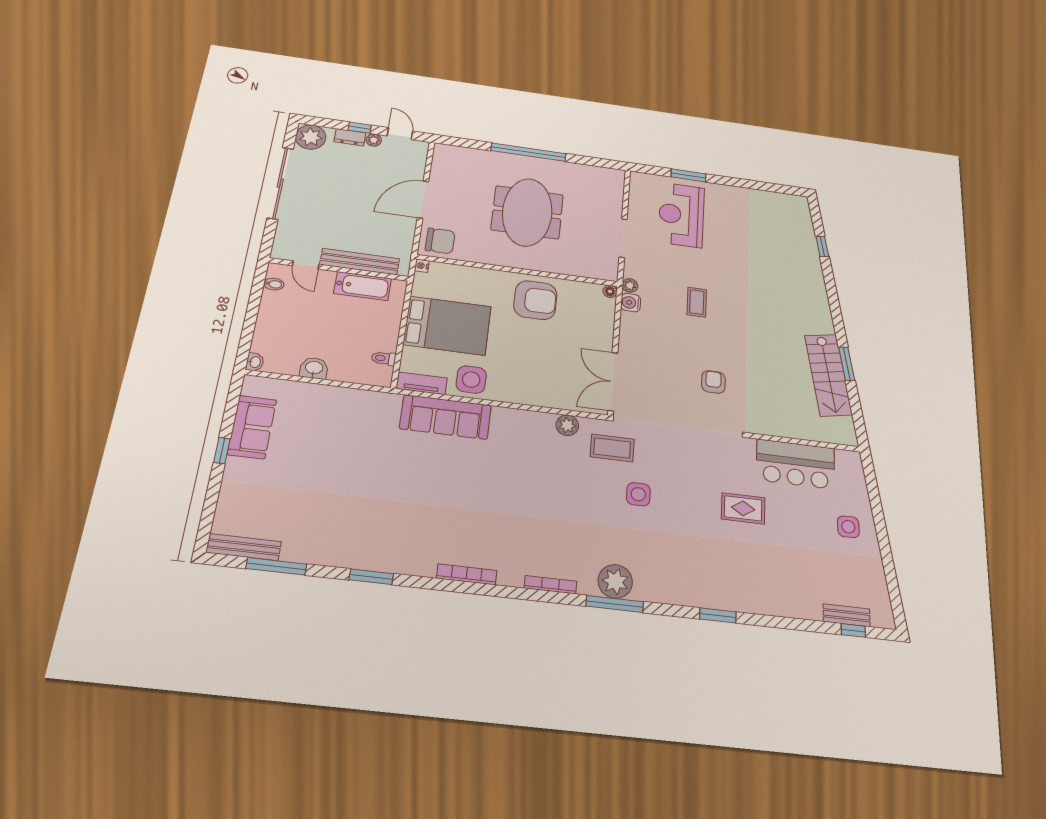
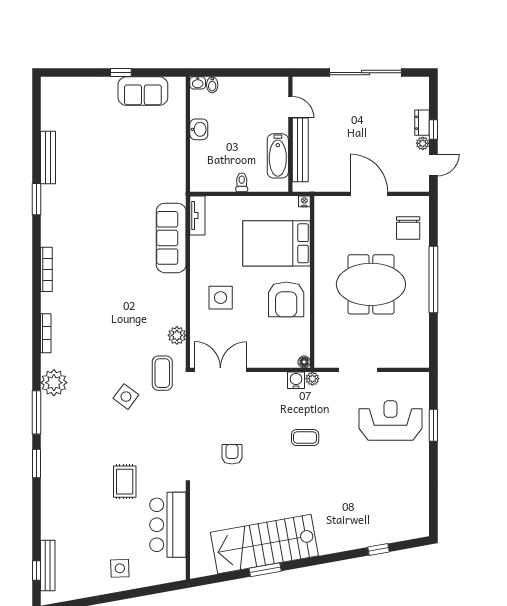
plant: (311, 137) -> (416, 90), removed
chair: (440, 241) -> (408, 228), moved
door: (306, 265) -> (290, 107), swing flipped
bidet: (274, 284) -> (212, 85), moved
bed: (447, 326) -> (276, 243), moved, turned 90
toilet: (384, 358) -> (242, 182), moved
stairs: (828, 375) -> (264, 544), width x1.36, depth x1.51
side table: (471, 380) -> (221, 298), moved
armchair: (713, 382) -> (232, 454), turned -90
side table: (638, 494) -> (126, 397), turned 37
bench: (244, 547) -> (48, 158), moved
window: (276, 566) -> (37, 129), removed
window: (615, 604) -> (37, 412), moved
bench: (847, 615) -> (48, 565), width x1.36

